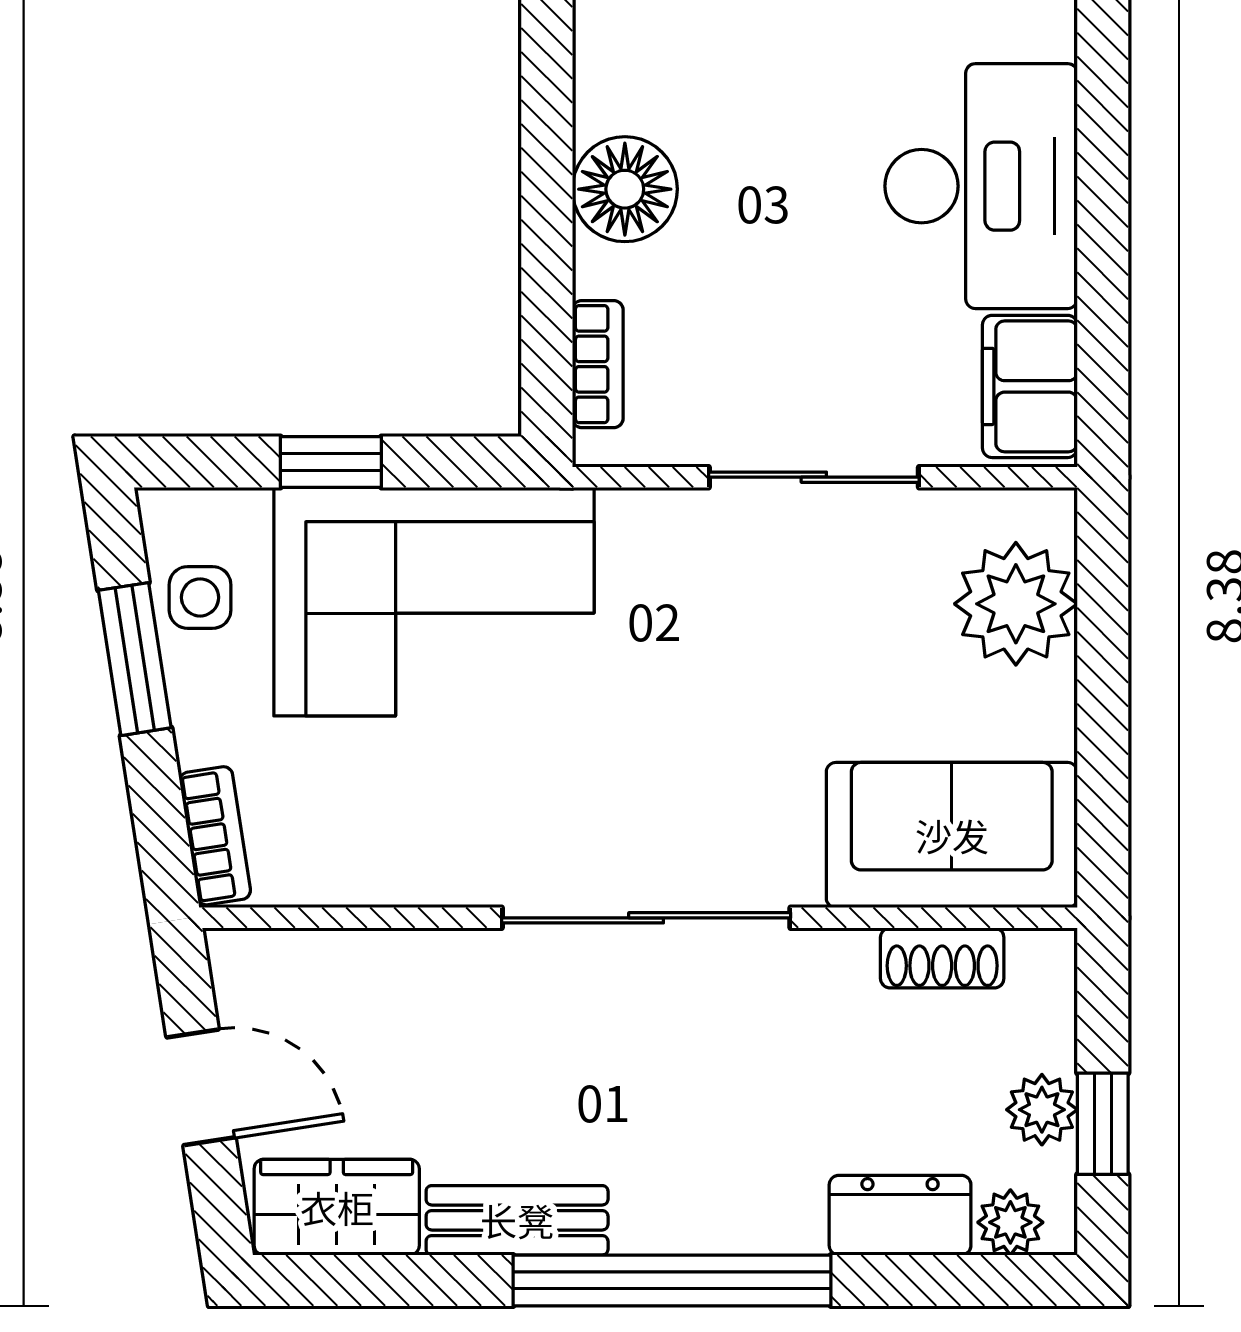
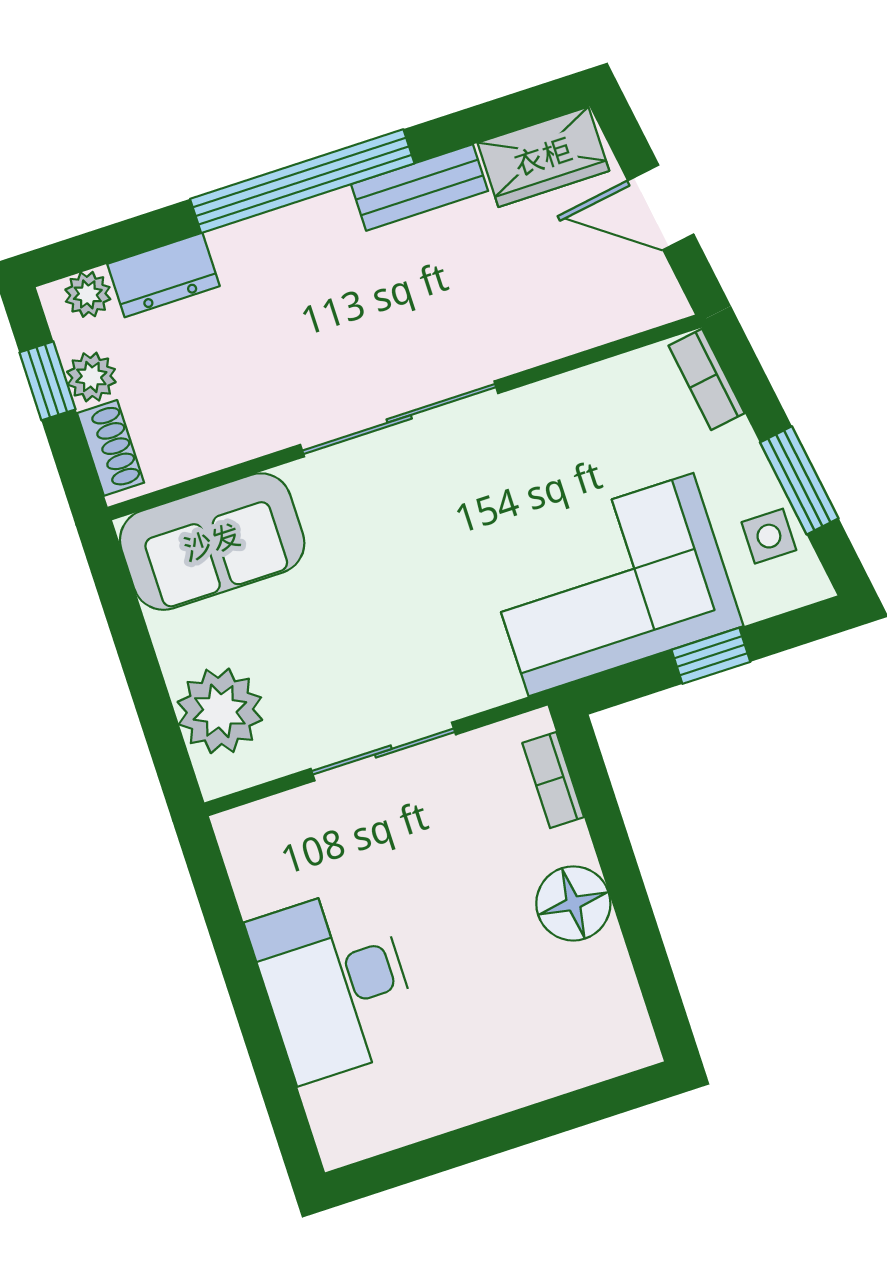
filing cabinet: (1030, 386) -> (258, 860), removed
shoe rack: (942, 958) -> (110, 448), moved, turned 90

